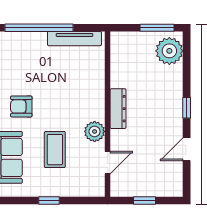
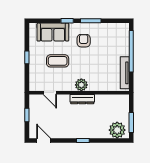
plant: (95, 131) -> (81, 85), moved
door: (187, 149) -> (44, 140), moved

